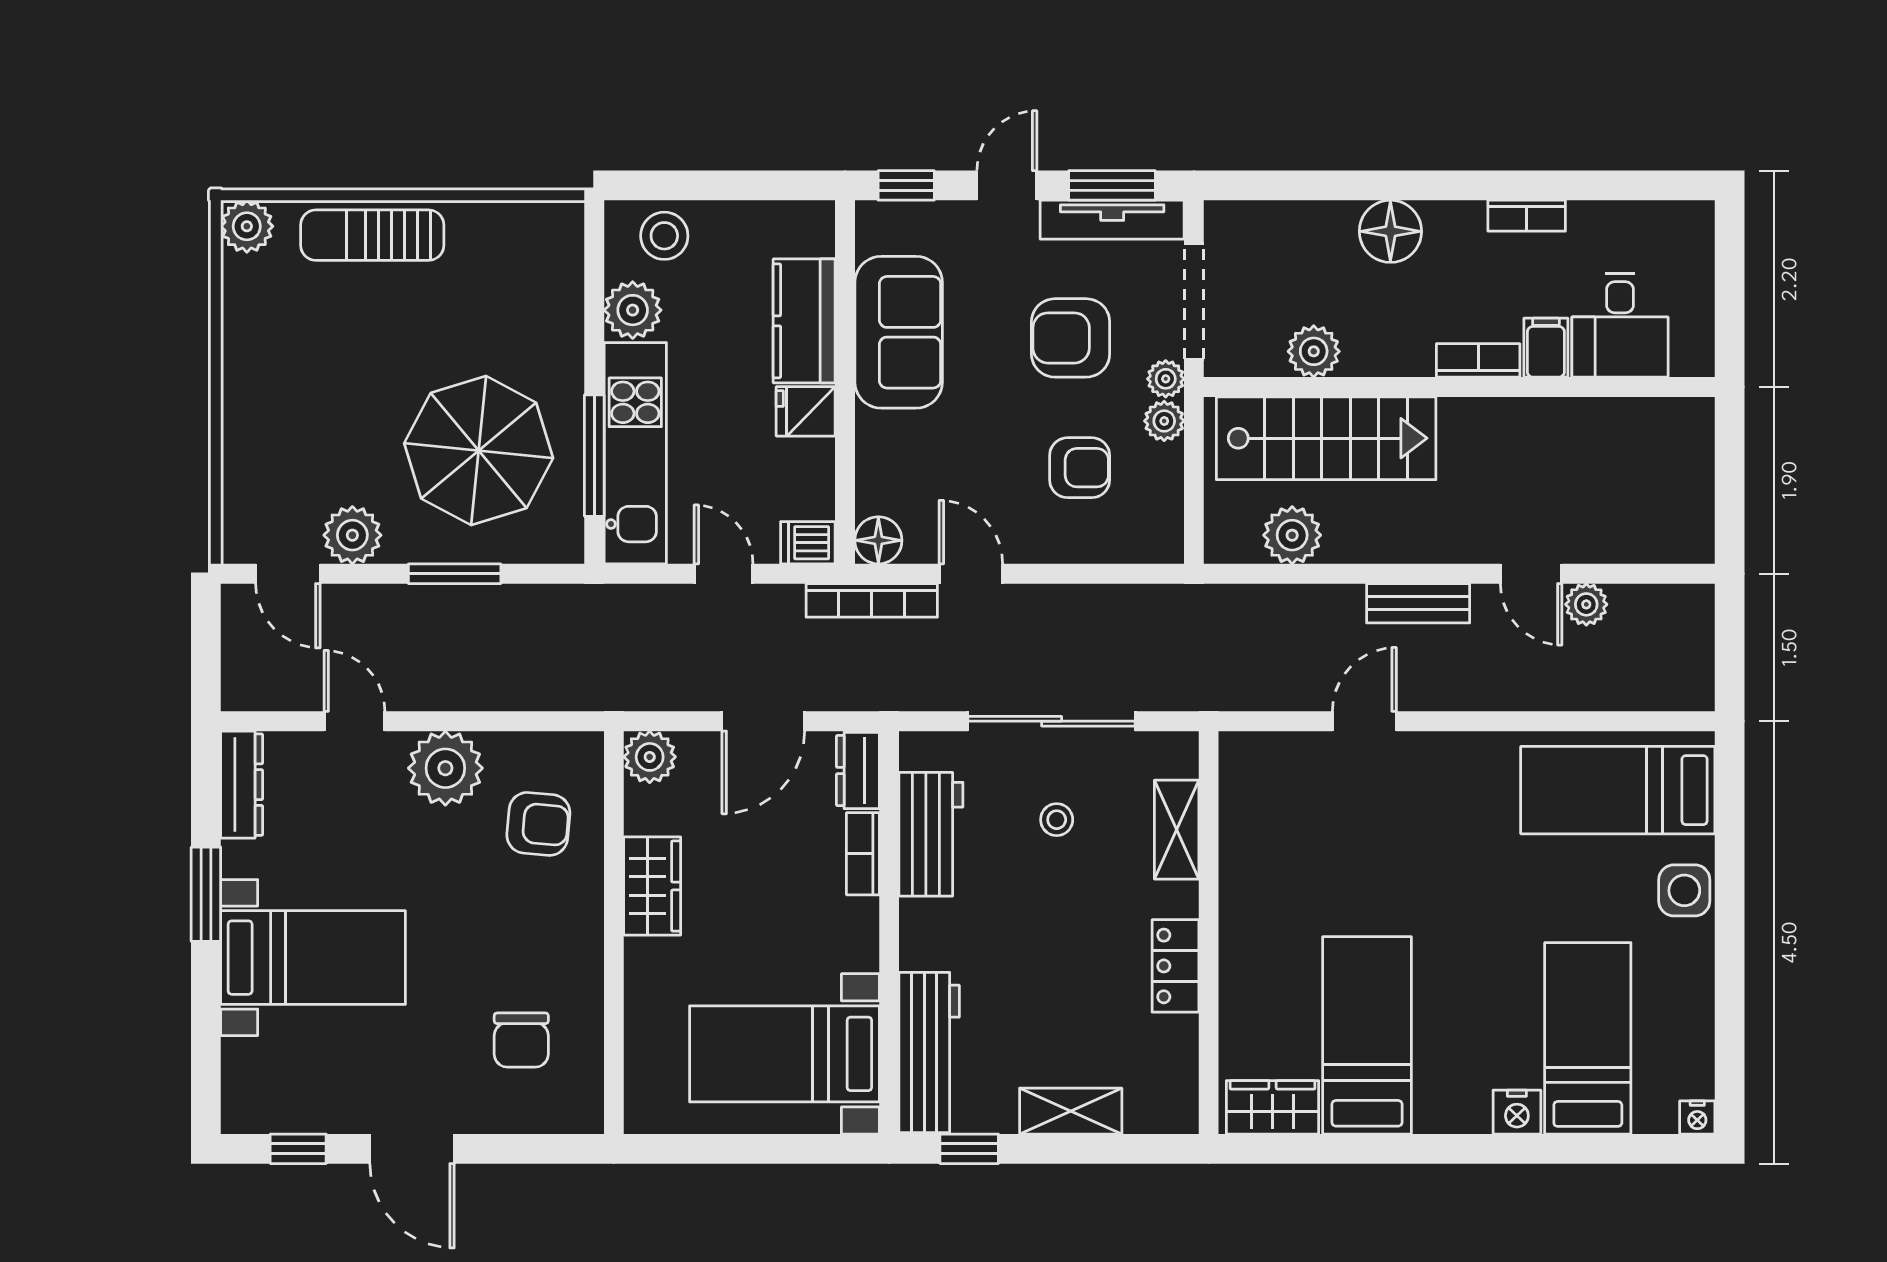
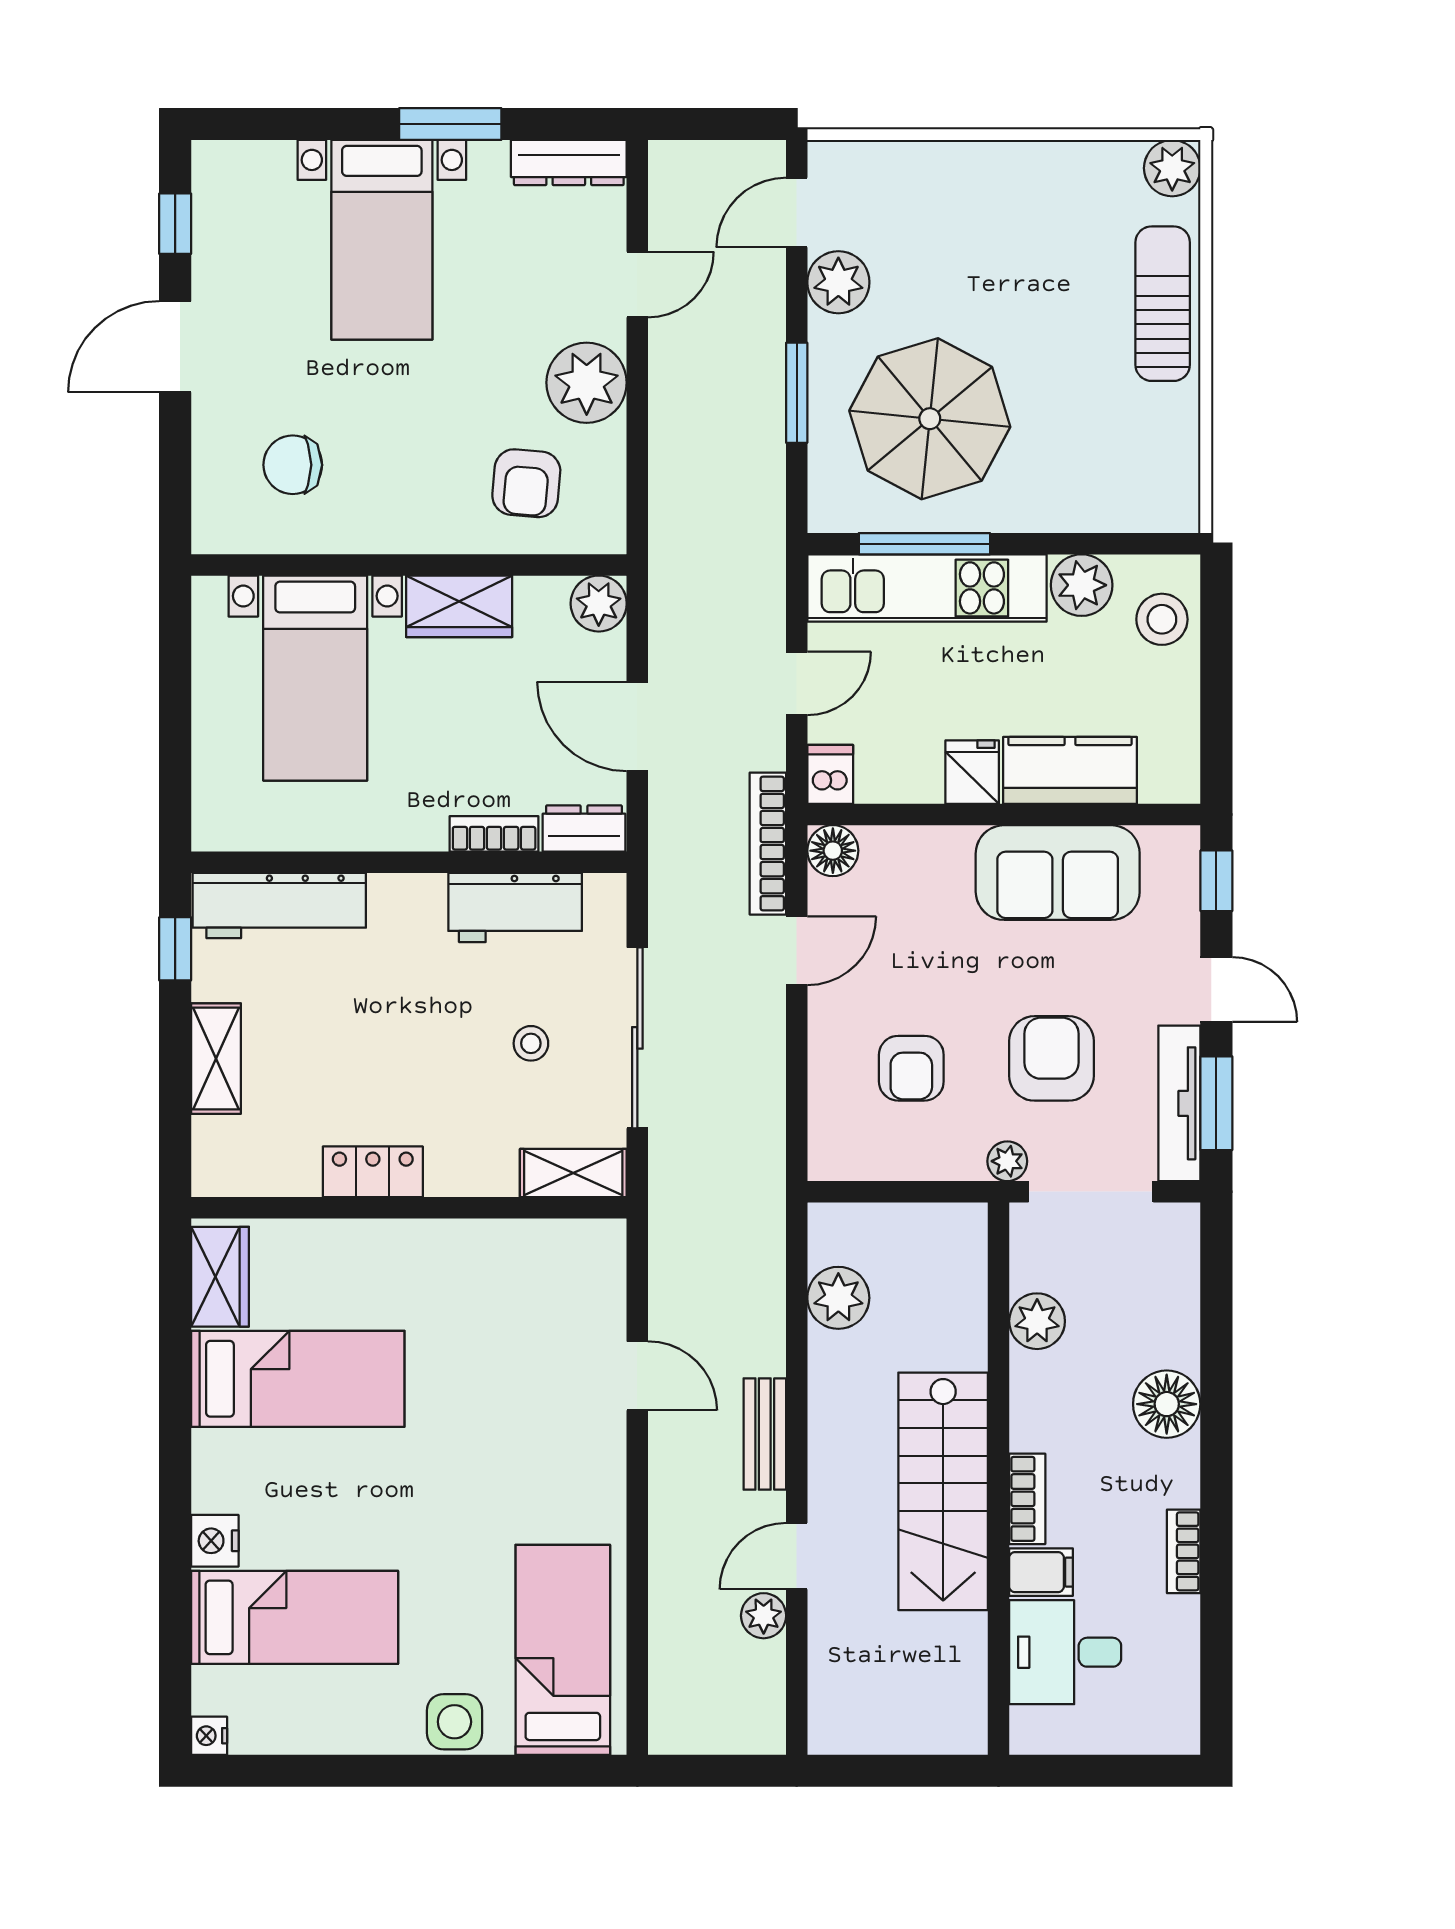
plant: (1164, 421) -> (962, 1160), removed
stairs: (1326, 438) -> (943, 1491), moved
shelving: (1177, 830) -> (573, 1173), moved
bed with nightstands: (784, 1054) -> (315, 678), moved, turned 180

